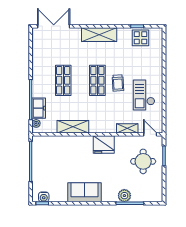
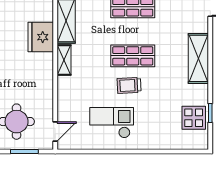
shelving: (127, 128) -> (64, 60), moved
fridge: (104, 145) -> (41, 37), moved

